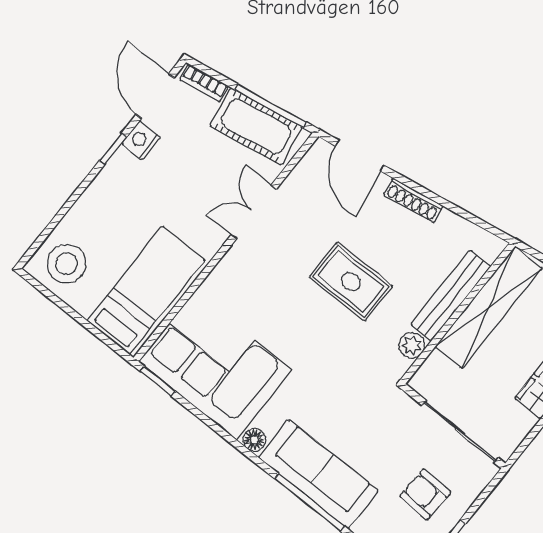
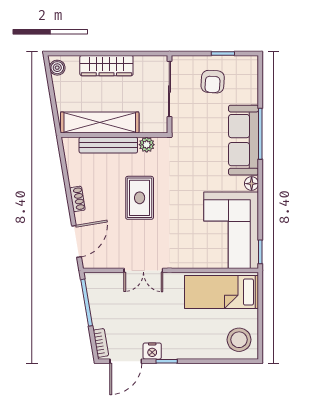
cot: (256, 126) -> (102, 302), removed
shoe rack: (413, 200) -> (77, 199), width x0.70

